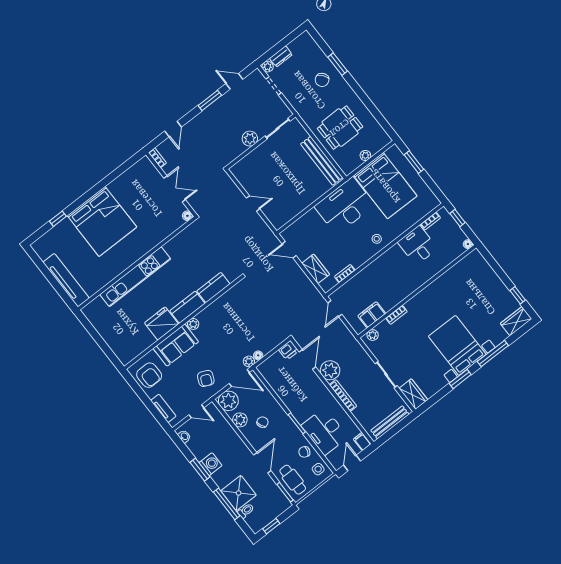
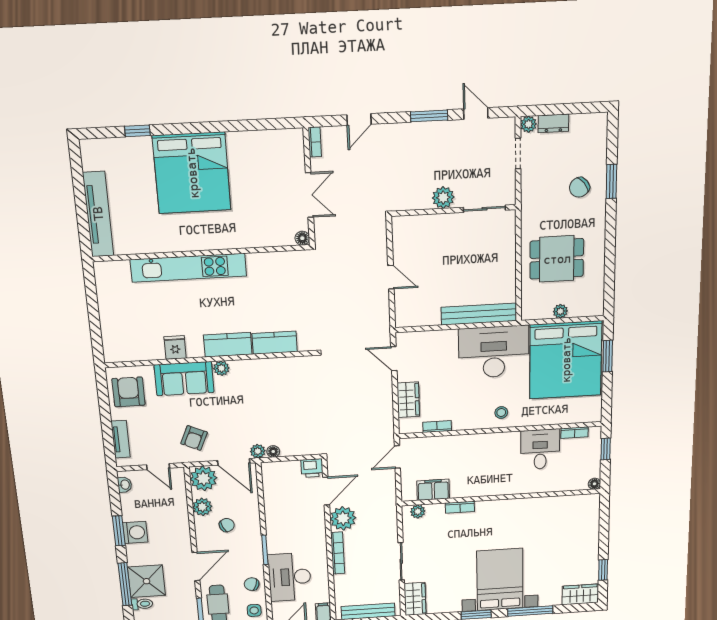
bench: (322, 161) -> (479, 314), moved, turned 90
bed: (385, 186) -> (566, 360), width x1.36
fridge: (162, 323) -> (175, 347), width x0.53, depth x0.75
armchair: (149, 375) -> (128, 392), turned 180

